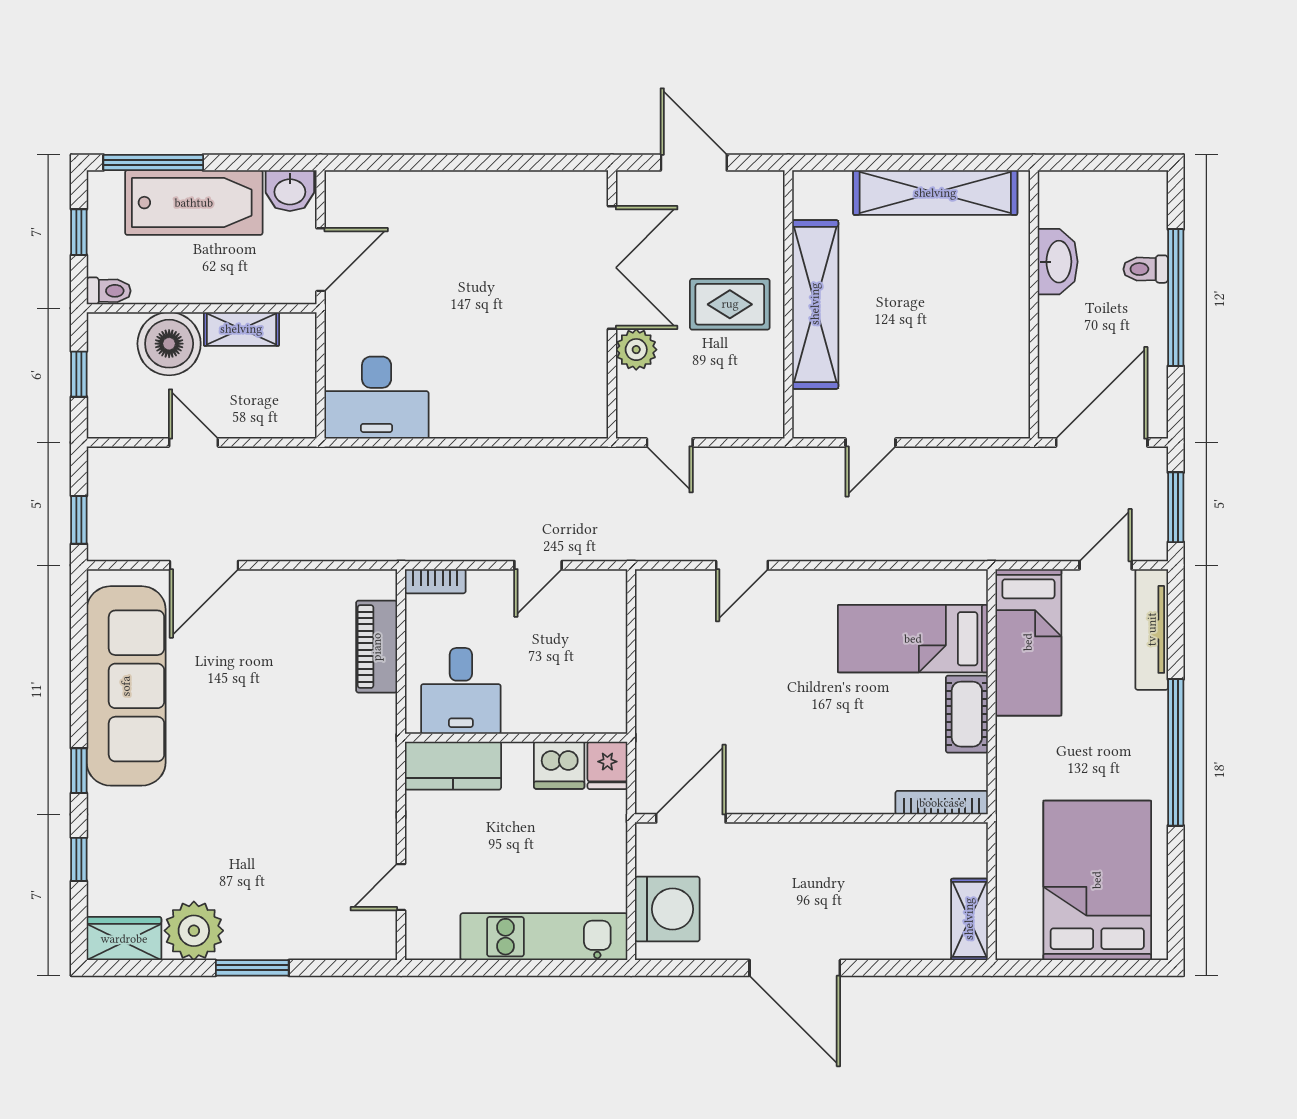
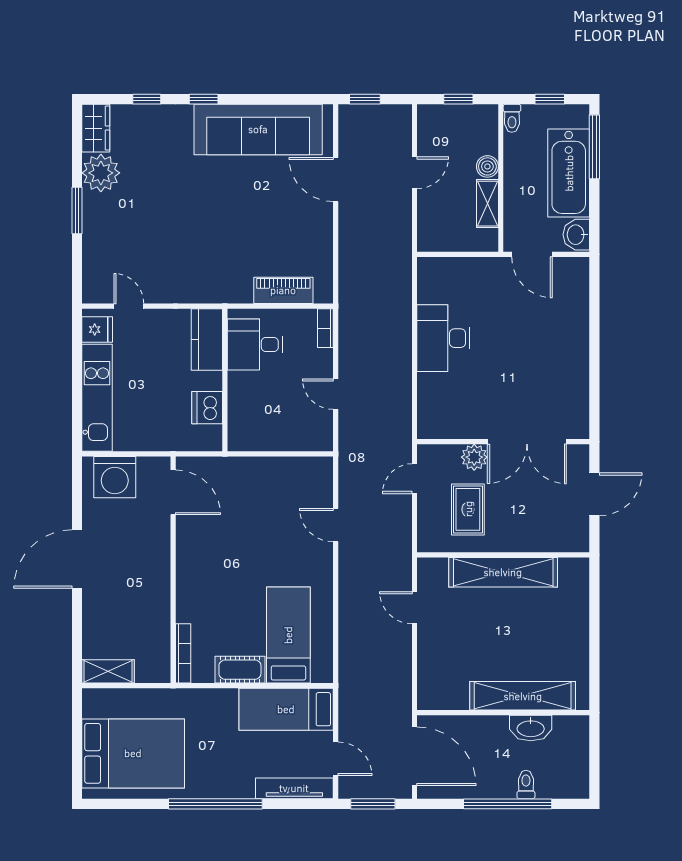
shelving: (935, 193) -> (523, 696), moved, turned 90
rug: (730, 304) -> (468, 509), moved
boiler: (169, 344) -> (487, 166), width x0.54, depth x0.54
desk: (377, 398) -> (443, 338), moved
fridge: (607, 765) -> (97, 329), moved, turned 180

